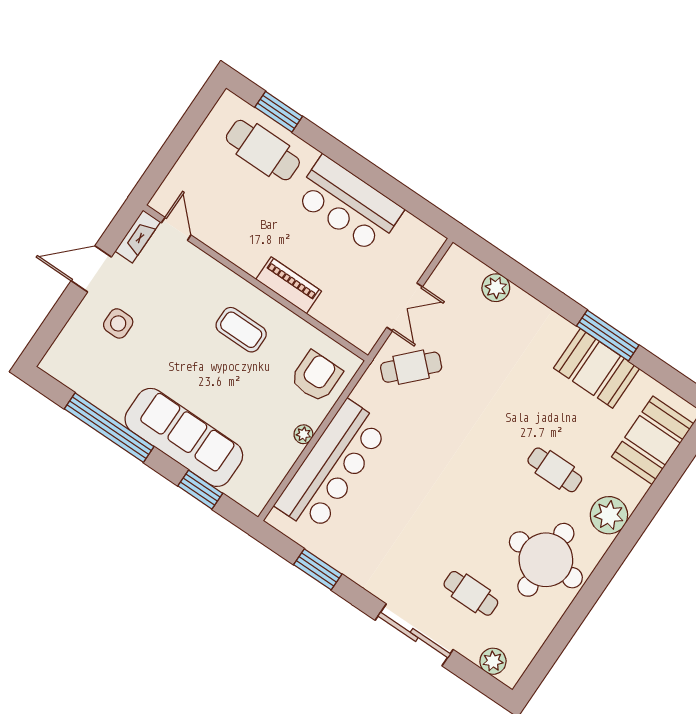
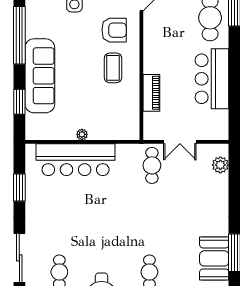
piano: (289, 285) -> (151, 93), moved
plant: (496, 288) -> (220, 165), moved
cafe table: (411, 367) -> (152, 165), turned 46
armchair: (316, 376) -> (114, 30), moved

